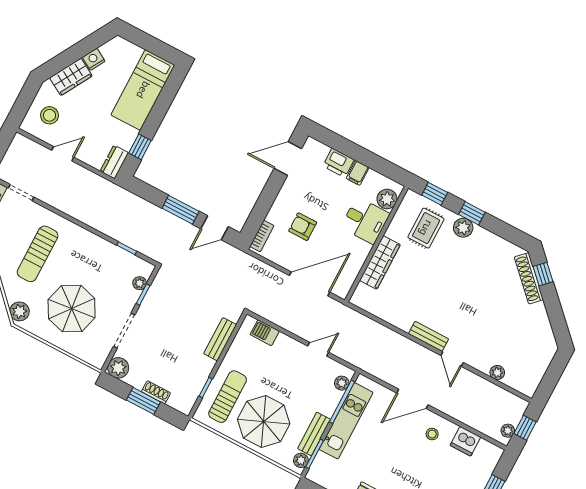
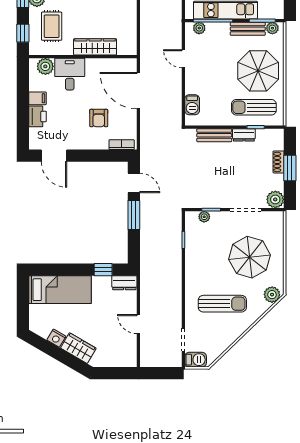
stool: (49, 115) -> (115, 349), removed
rug: (426, 228) -> (52, 26), turned 90
dresser: (204, 371) -> (244, 135), added

